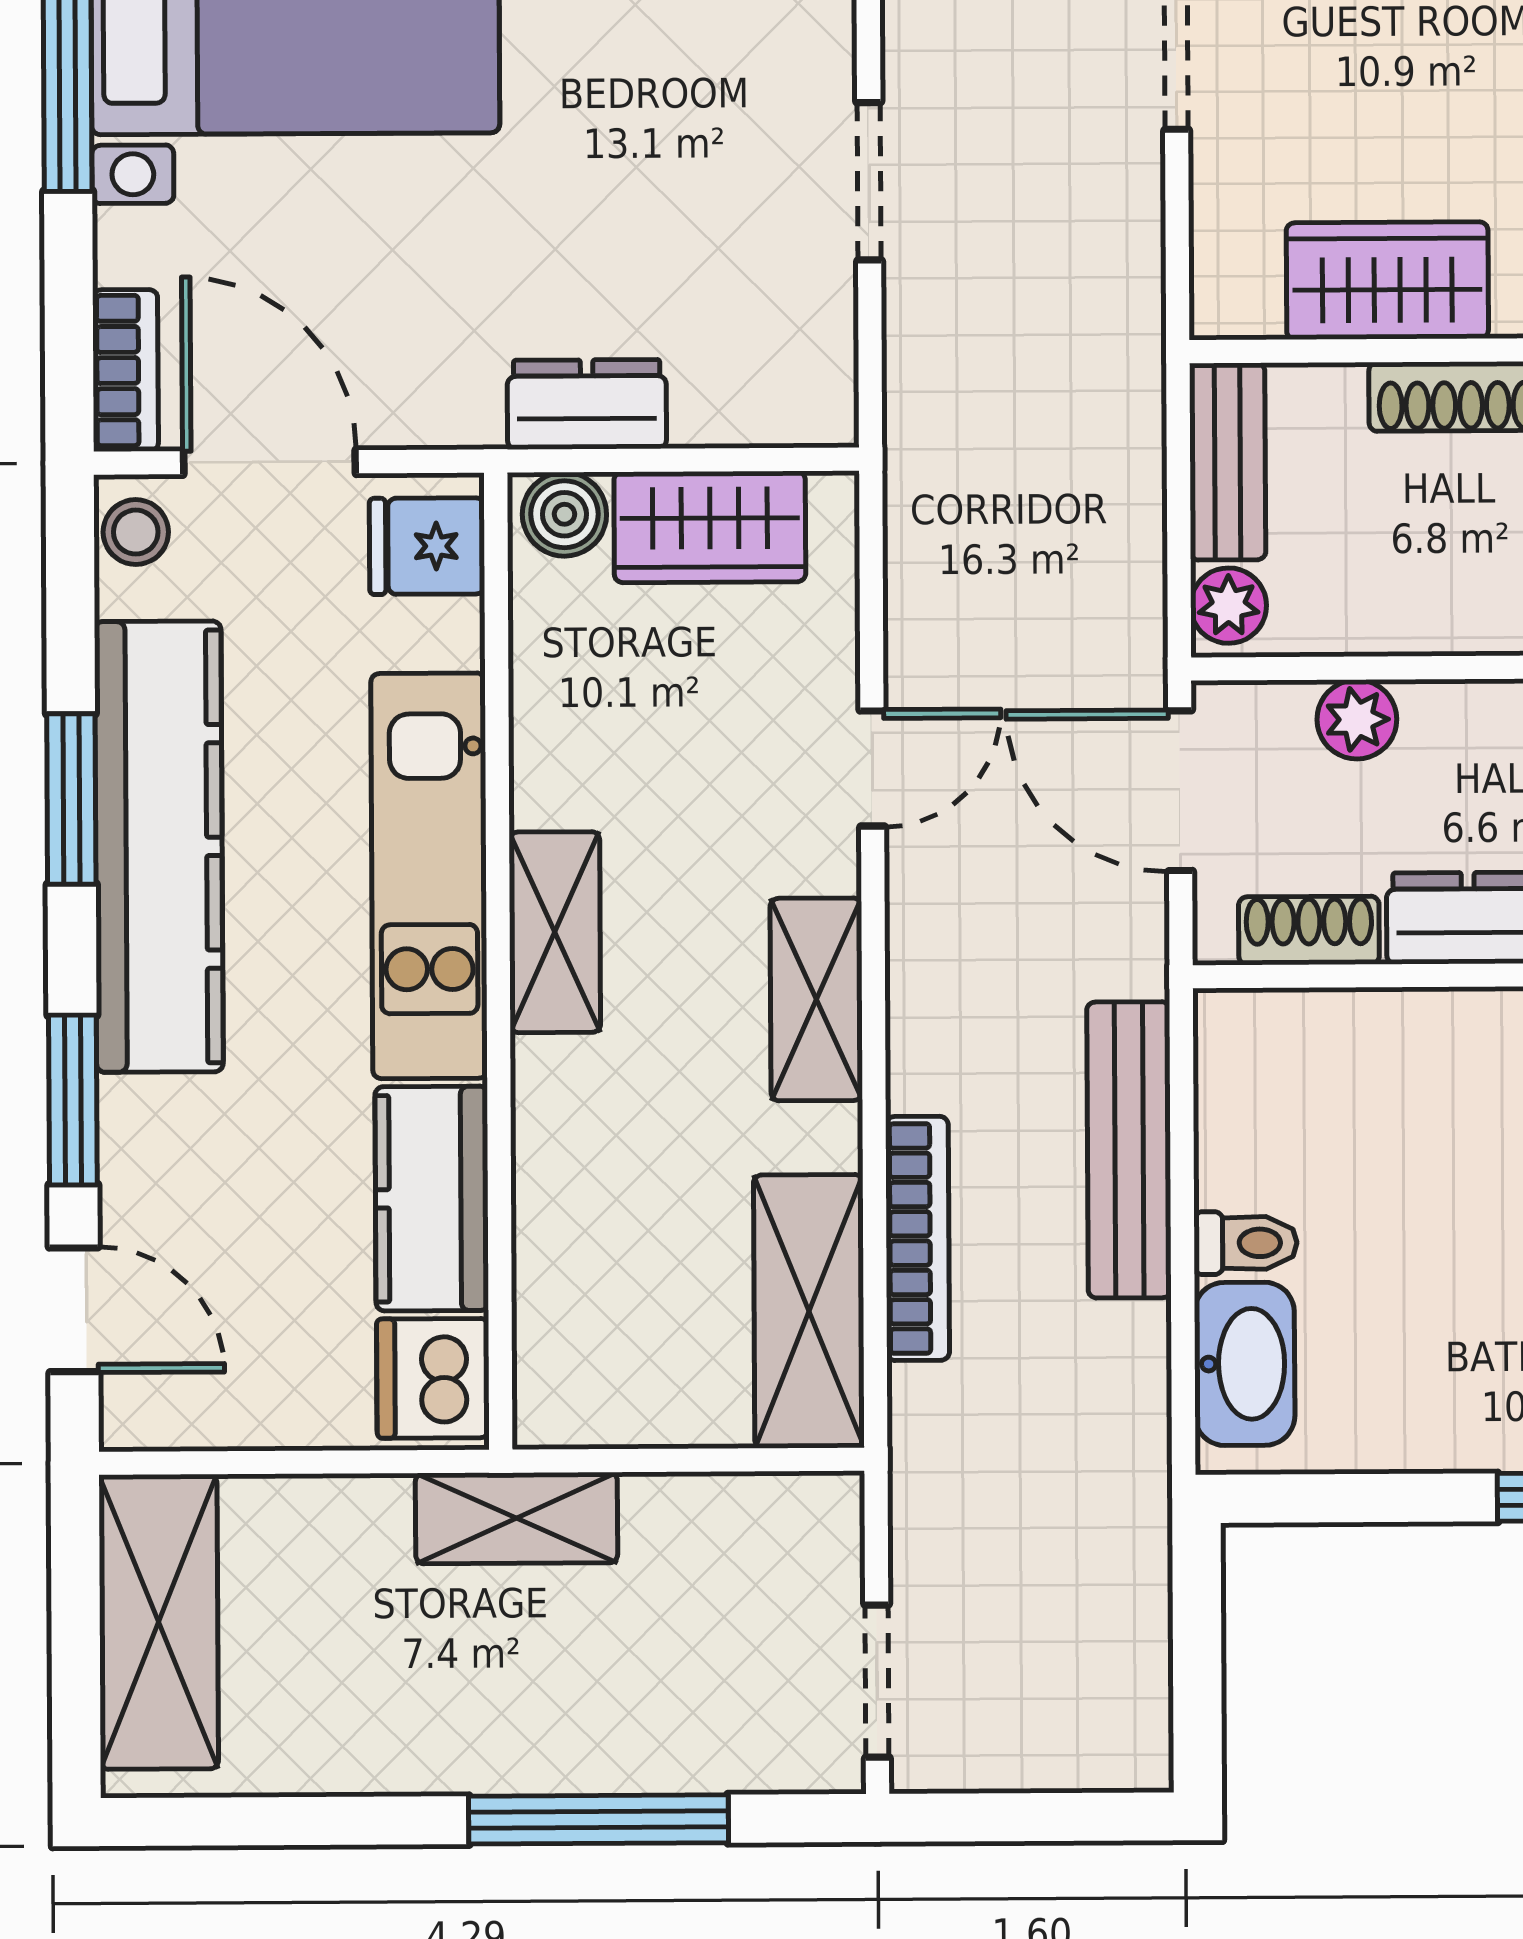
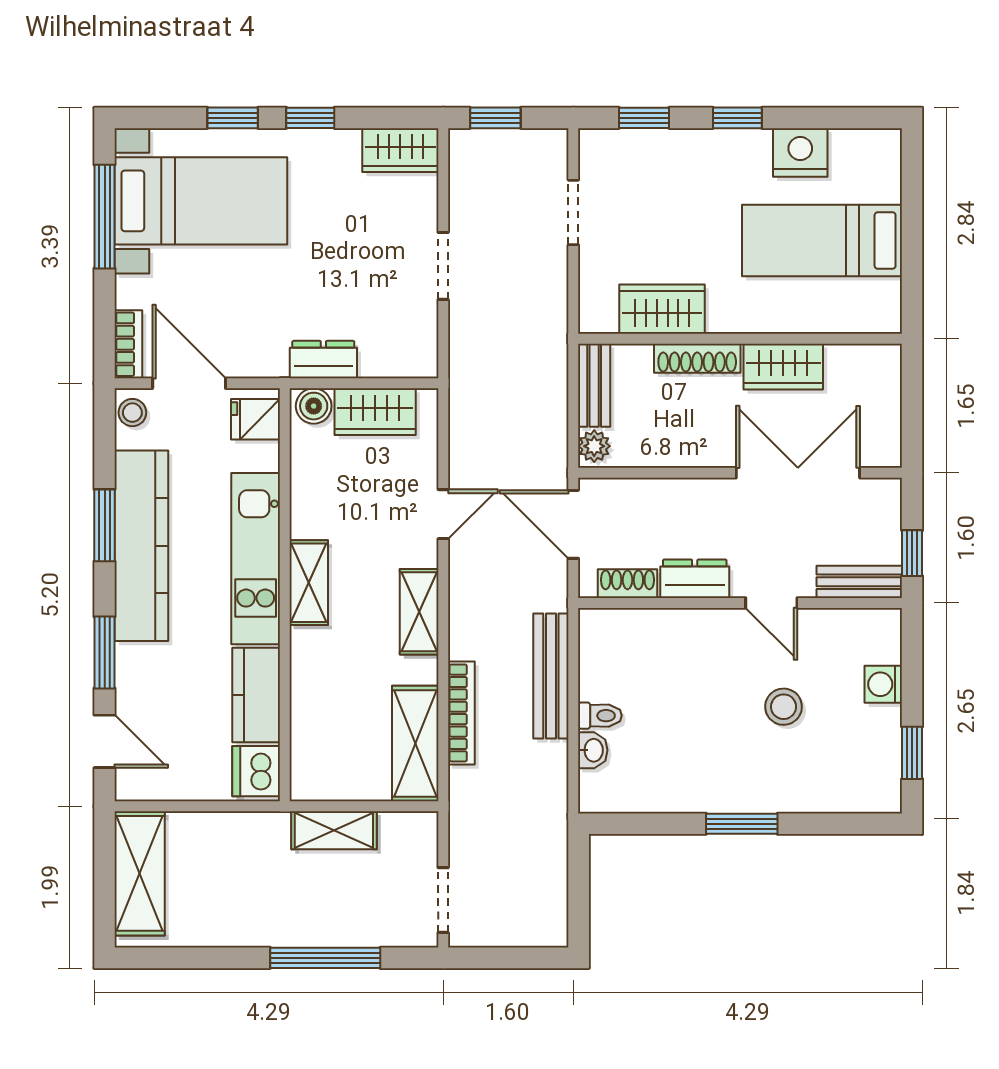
plant: (1357, 719) -> (648, 495), removed
washbasin: (1245, 1364) -> (593, 750), width x0.52, depth x0.69
shelving: (517, 1518) -> (334, 830), moved

